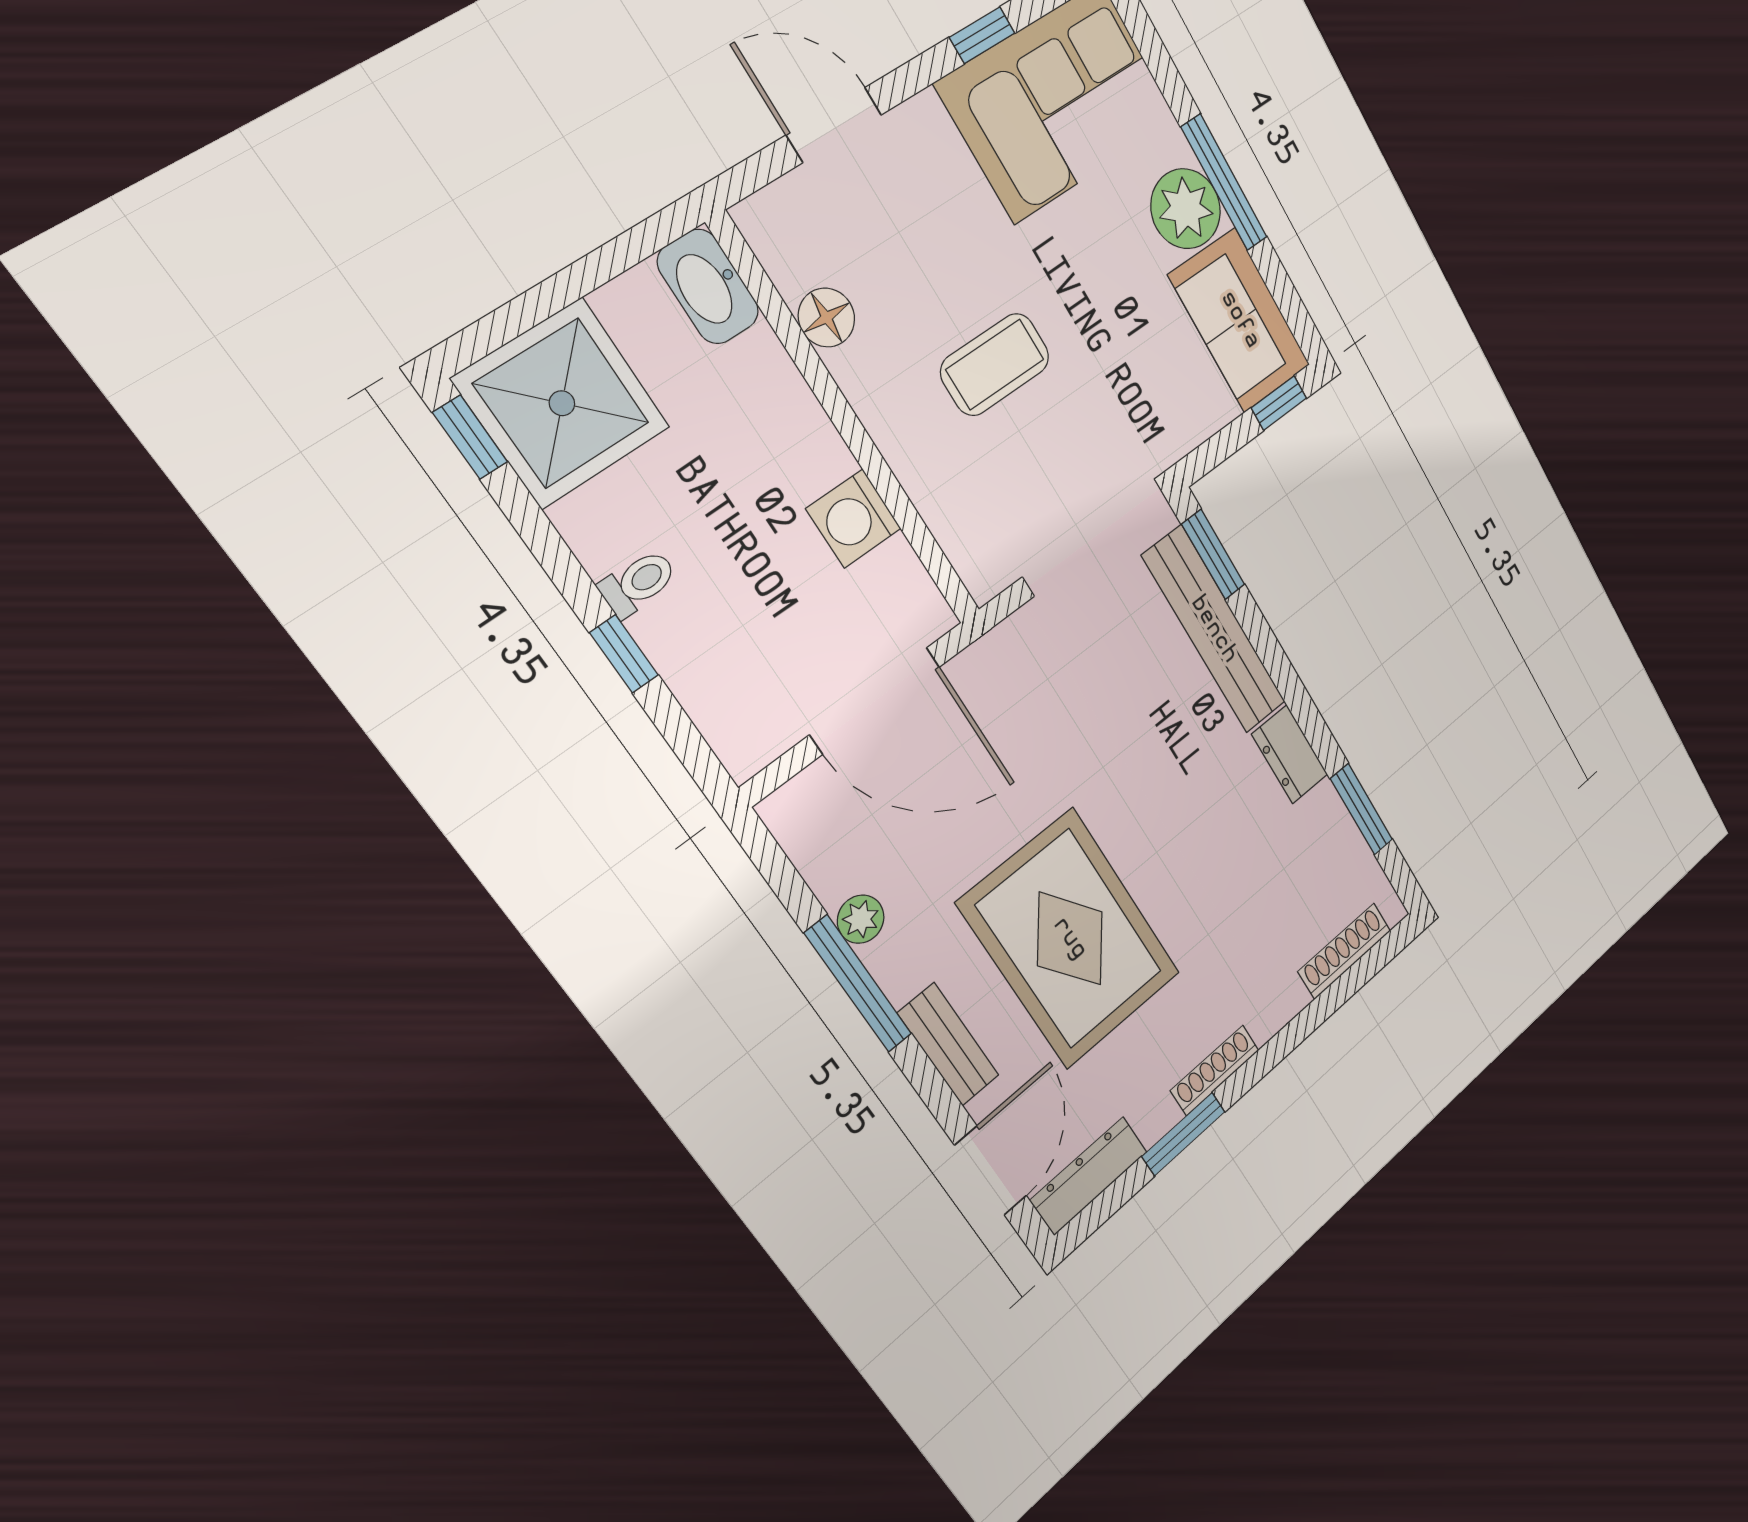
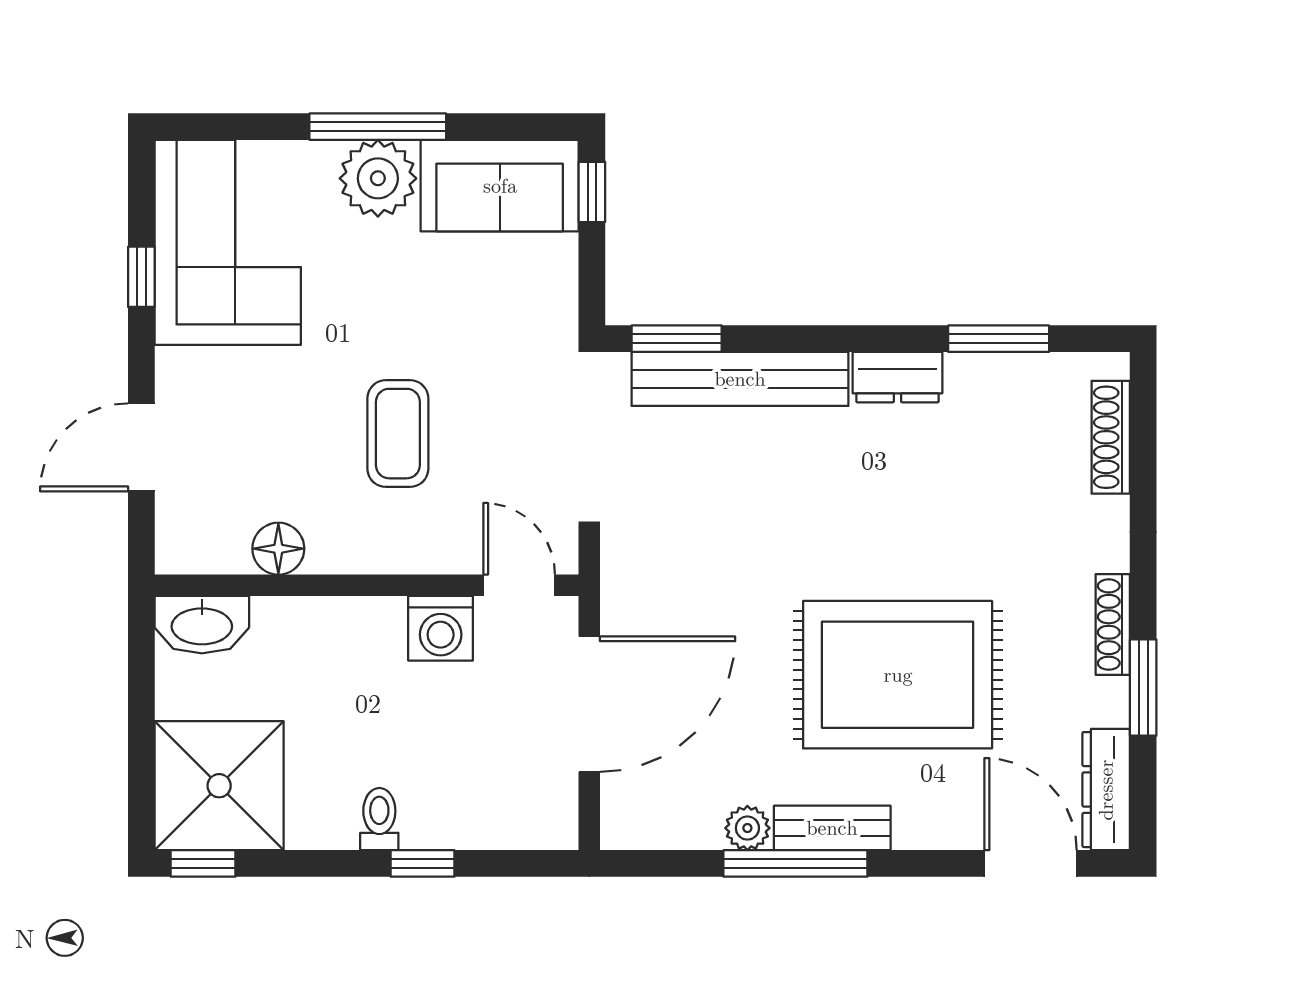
door: (936, 564) -> (519, 585), added
bench: (948, 1044) -> (832, 828), moved

